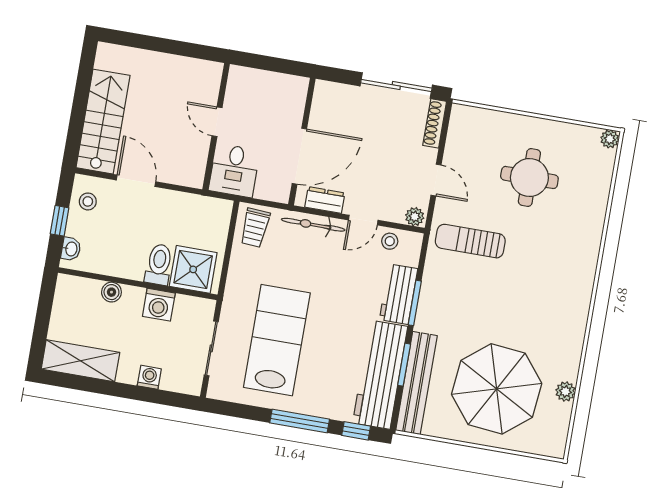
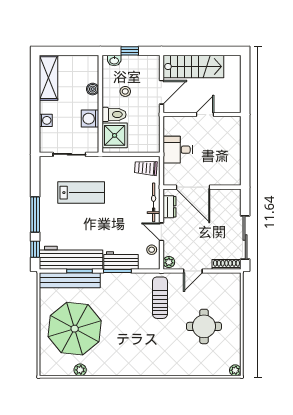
door: (217, 122) -> (205, 115), moved
wall: (216, 127) -> (202, 115), moved
stool: (88, 201) -> (125, 91), moved
lab bench: (277, 340) -> (81, 193), width x0.73, depth x0.72

